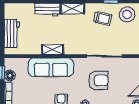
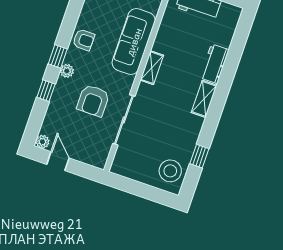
trolley: (102, 18) -> (176, 135), removed
shelving: (53, 50) -> (152, 68), moved

